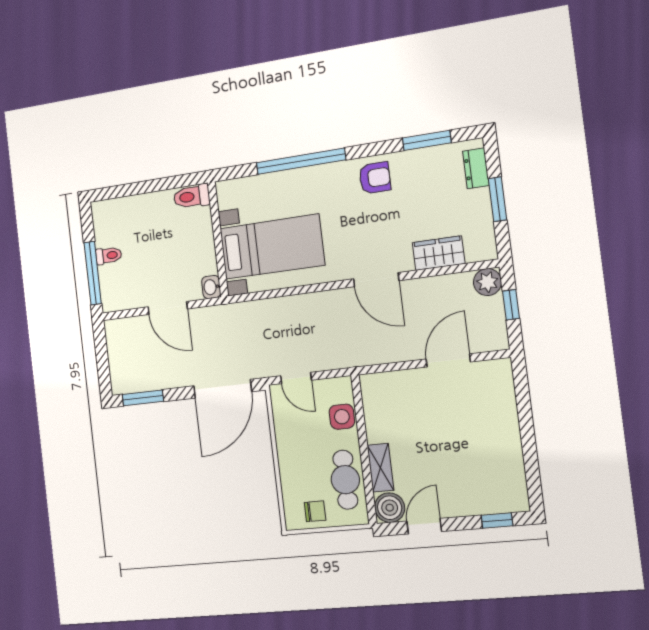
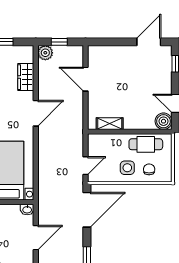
door: (223, 389) -> (87, 210), hinge flipped
side table: (342, 417) -> (127, 168), moved
shelving: (380, 468) -> (110, 124), moved
door: (532, 468) -> (149, 42), added
chair: (315, 511) -> (149, 169), moved

